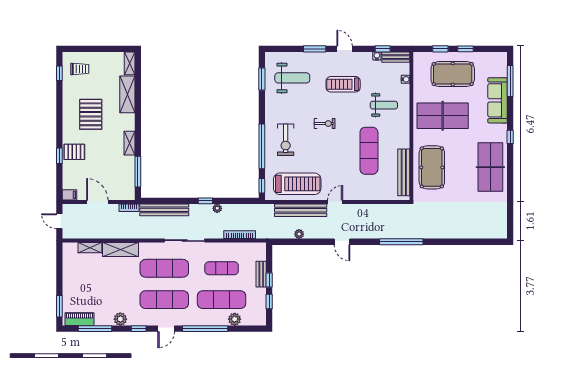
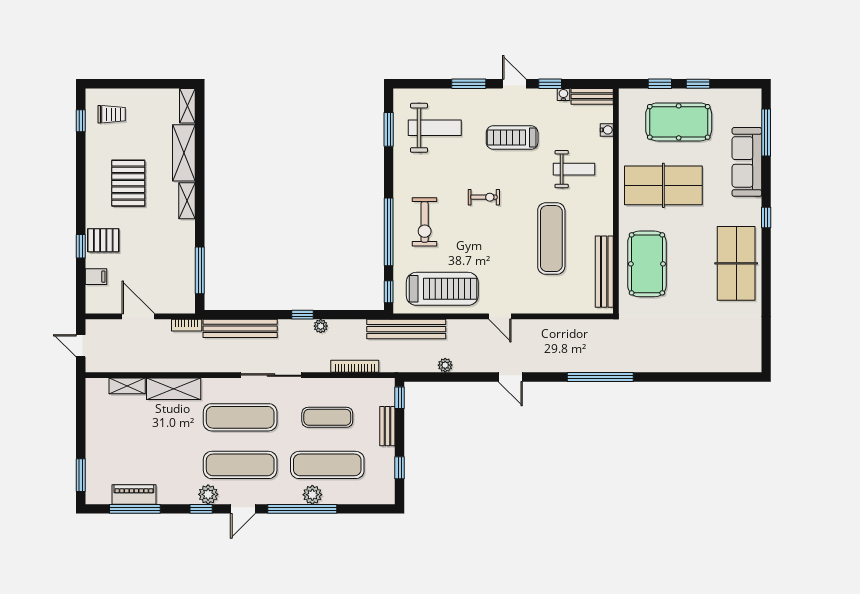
window: (383, 49) -> (550, 84), moved
shelving: (129, 143) -> (187, 201), moved
filing cabinet: (69, 195) -> (96, 277), moved
door: (335, 202) -> (500, 316), swing flipped
bench: (301, 210) -> (406, 329), moved
window: (269, 280) -> (400, 398), moved
piano: (79, 319) -> (134, 495), moved
plant: (120, 319) -> (208, 494), moved
plant: (235, 319) -> (312, 495), moved

